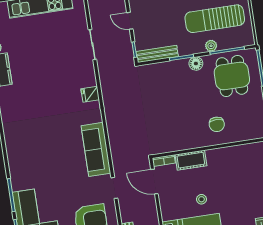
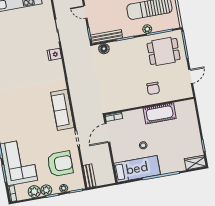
floor lamp: (196, 64) -> (104, 49), moved
dining table: (232, 76) -> (164, 51), turned 90
fridge: (90, 94) -> (54, 54), moved
cot: (191, 160) -> (160, 113), moved, width x1.37, depth x1.34
door: (154, 182) -> (107, 133), hinge flipped

